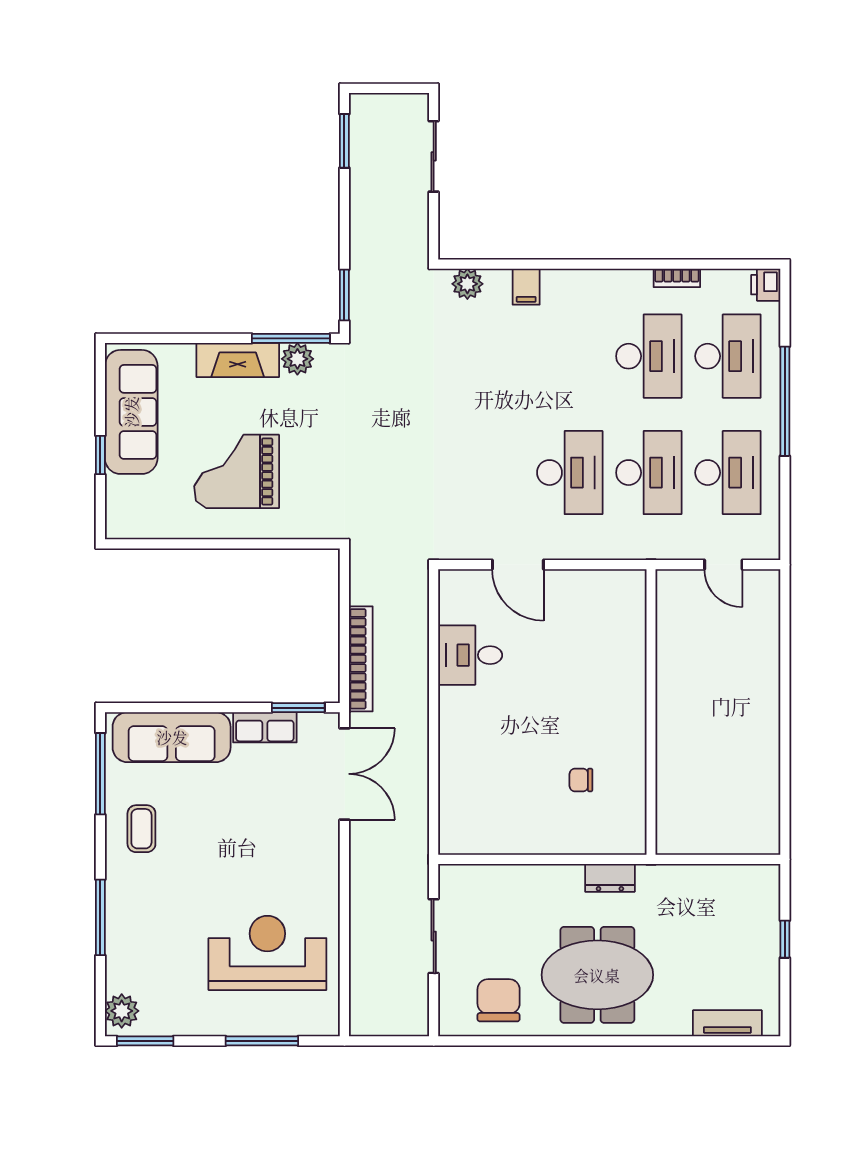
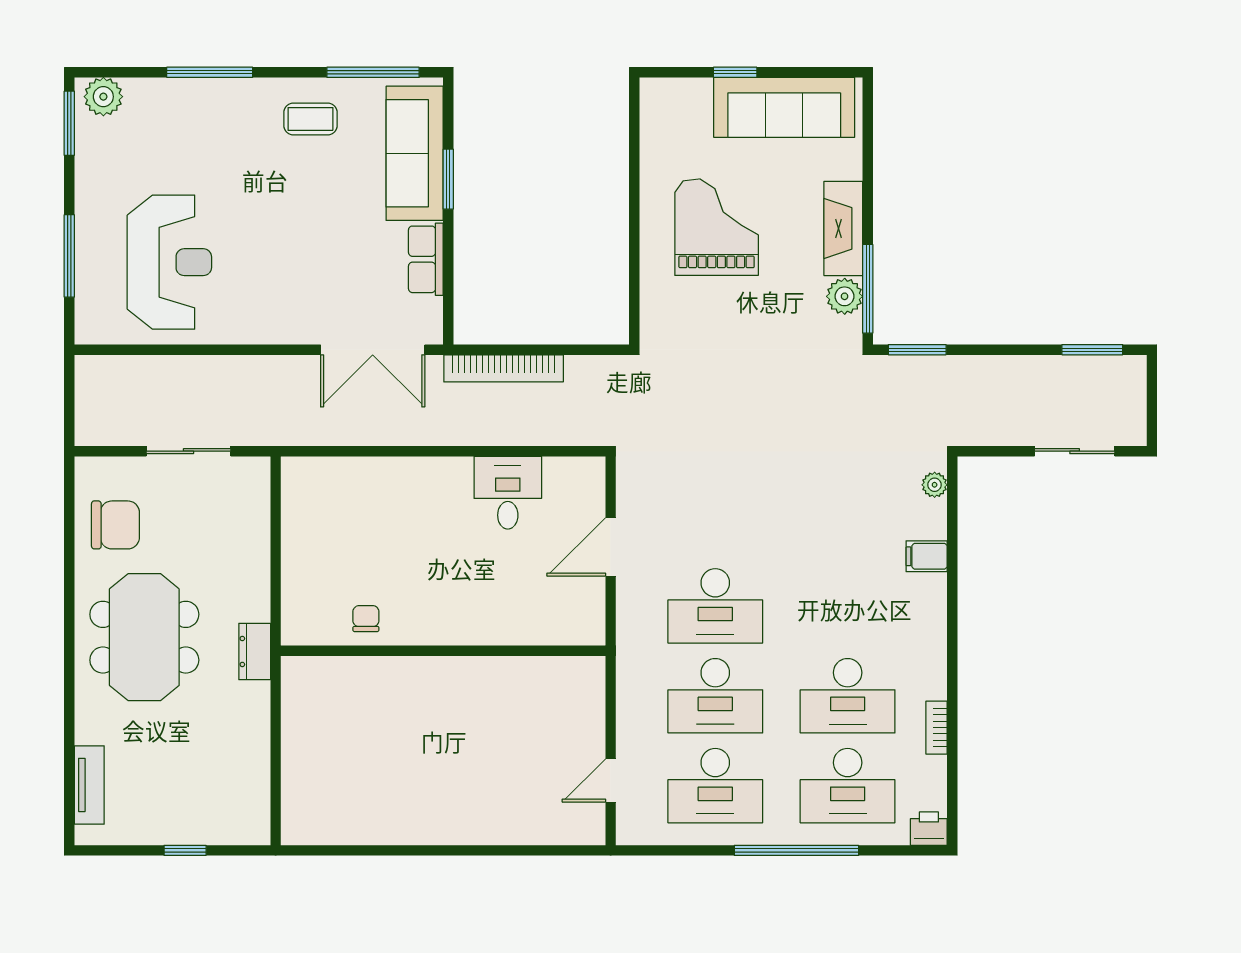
plant: (467, 284) -> (935, 485), width x0.73, depth x0.73
window: (298, 708) -> (448, 179), moved
wall: (651, 712) -> (443, 651), moved

